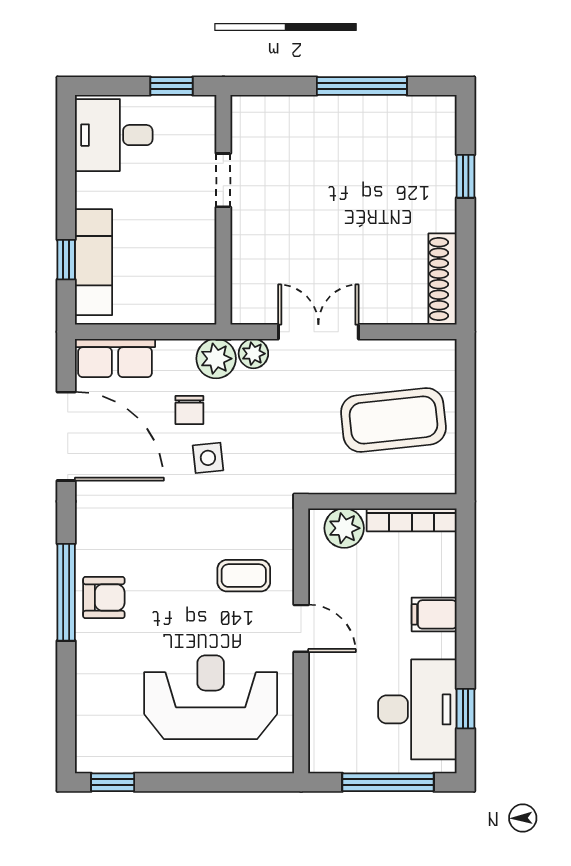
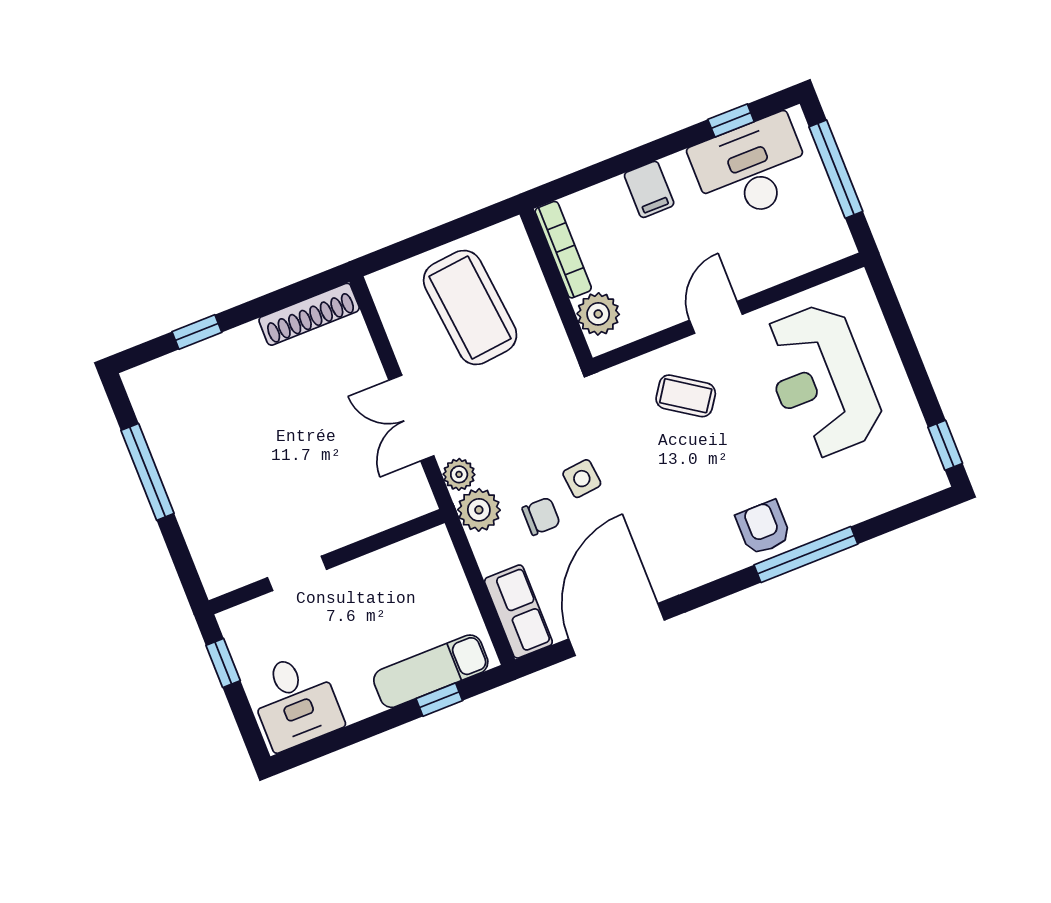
coffee table: (244, 576) -> (686, 396), turned -56
window: (66, 592) -> (806, 555), moved

